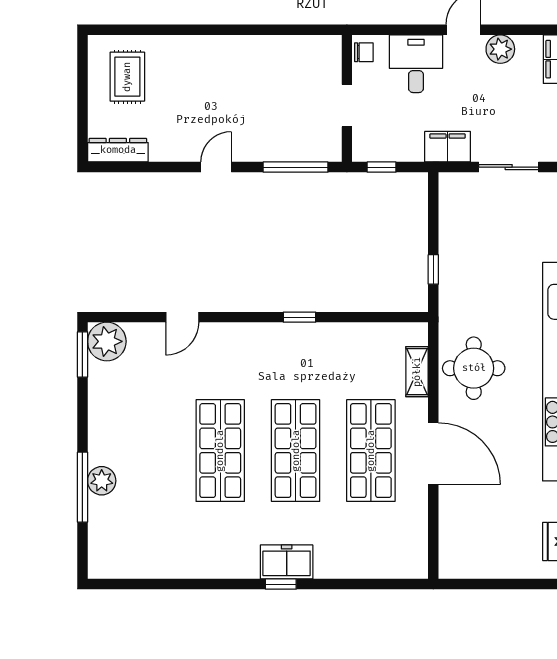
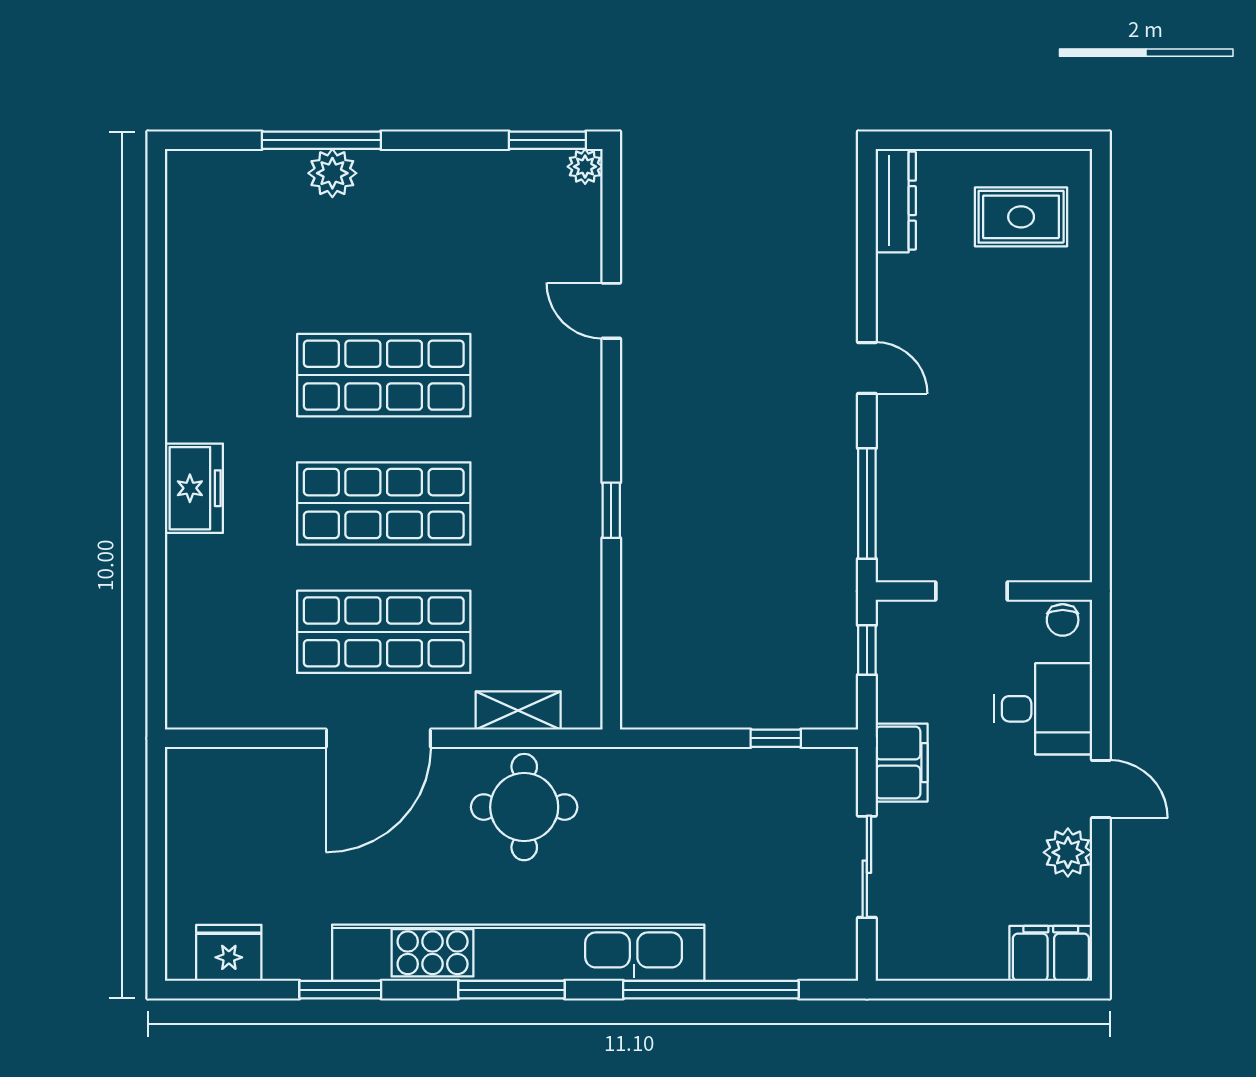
window: (433, 269) -> (776, 738), moved
plant: (107, 341) -> (585, 167), width x0.53, depth x0.53
window: (281, 584) -> (156, 478), removed

